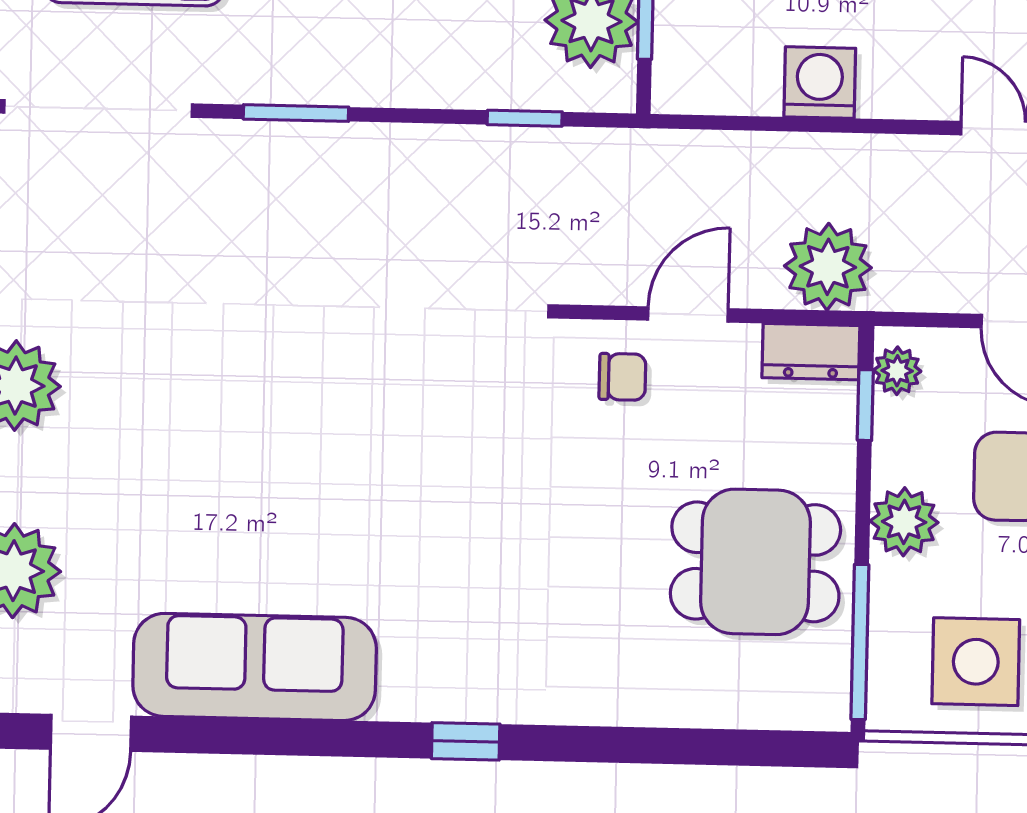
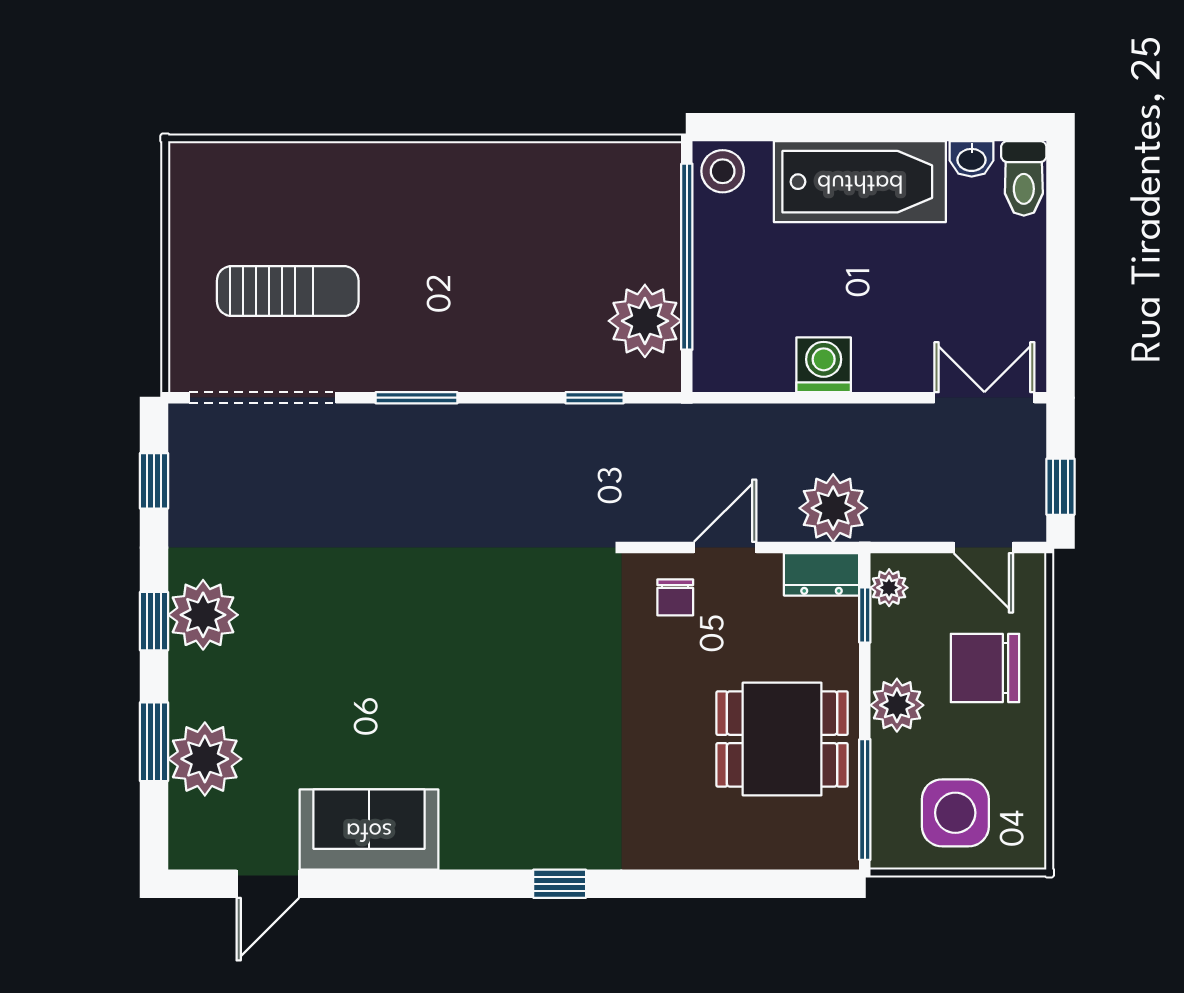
chair: (622, 377) -> (675, 597), turned 90
sofa: (255, 667) -> (369, 830), width x0.73

